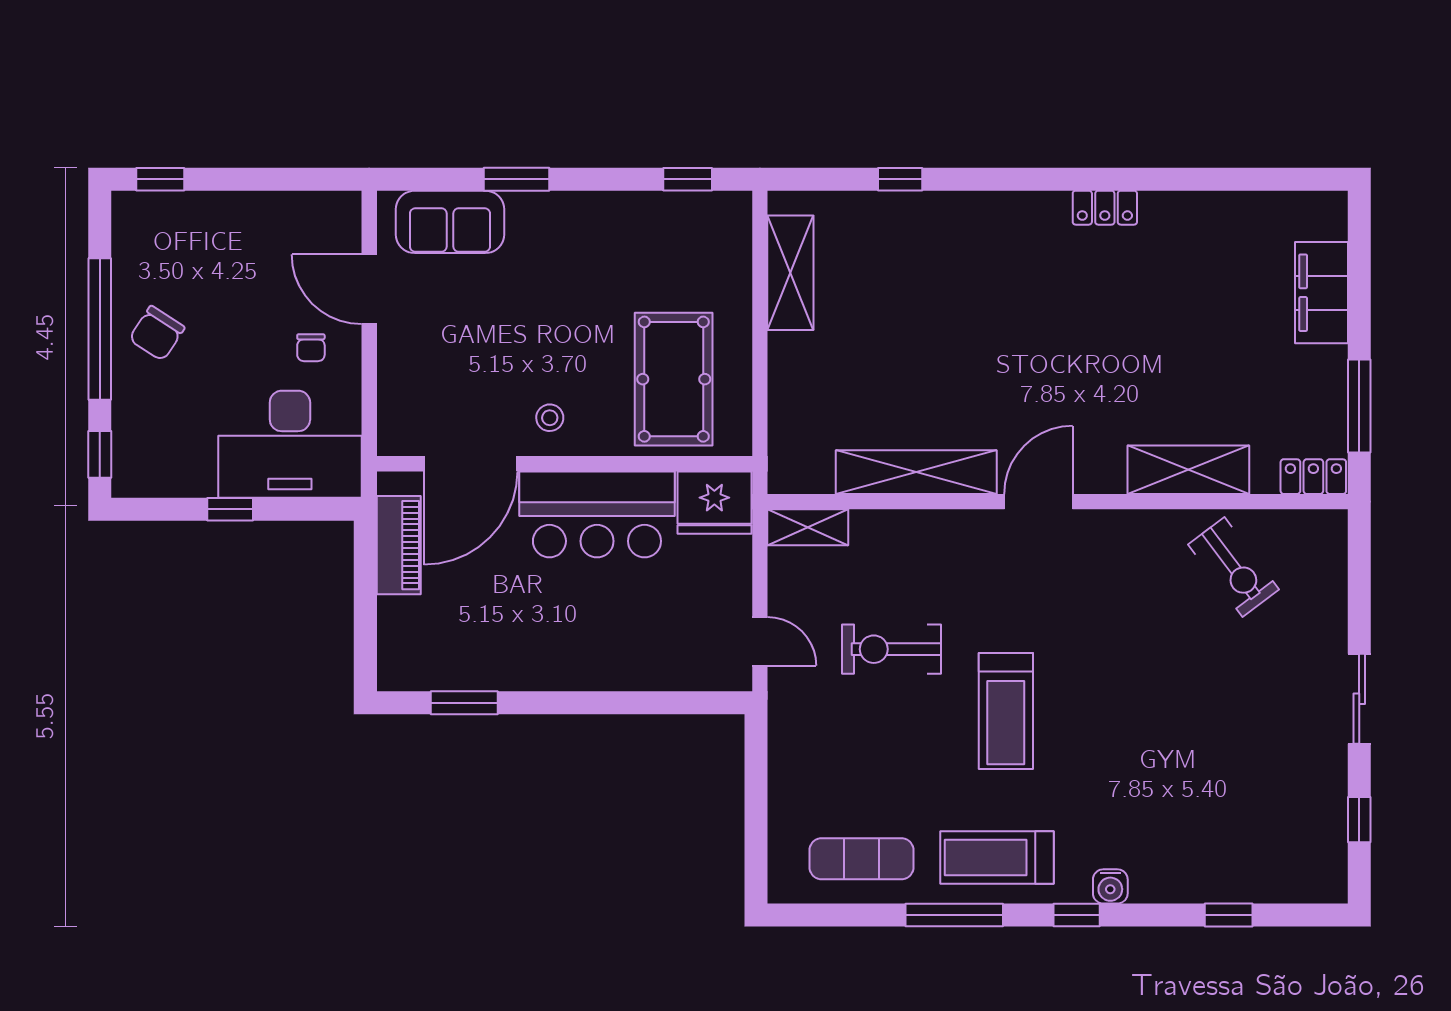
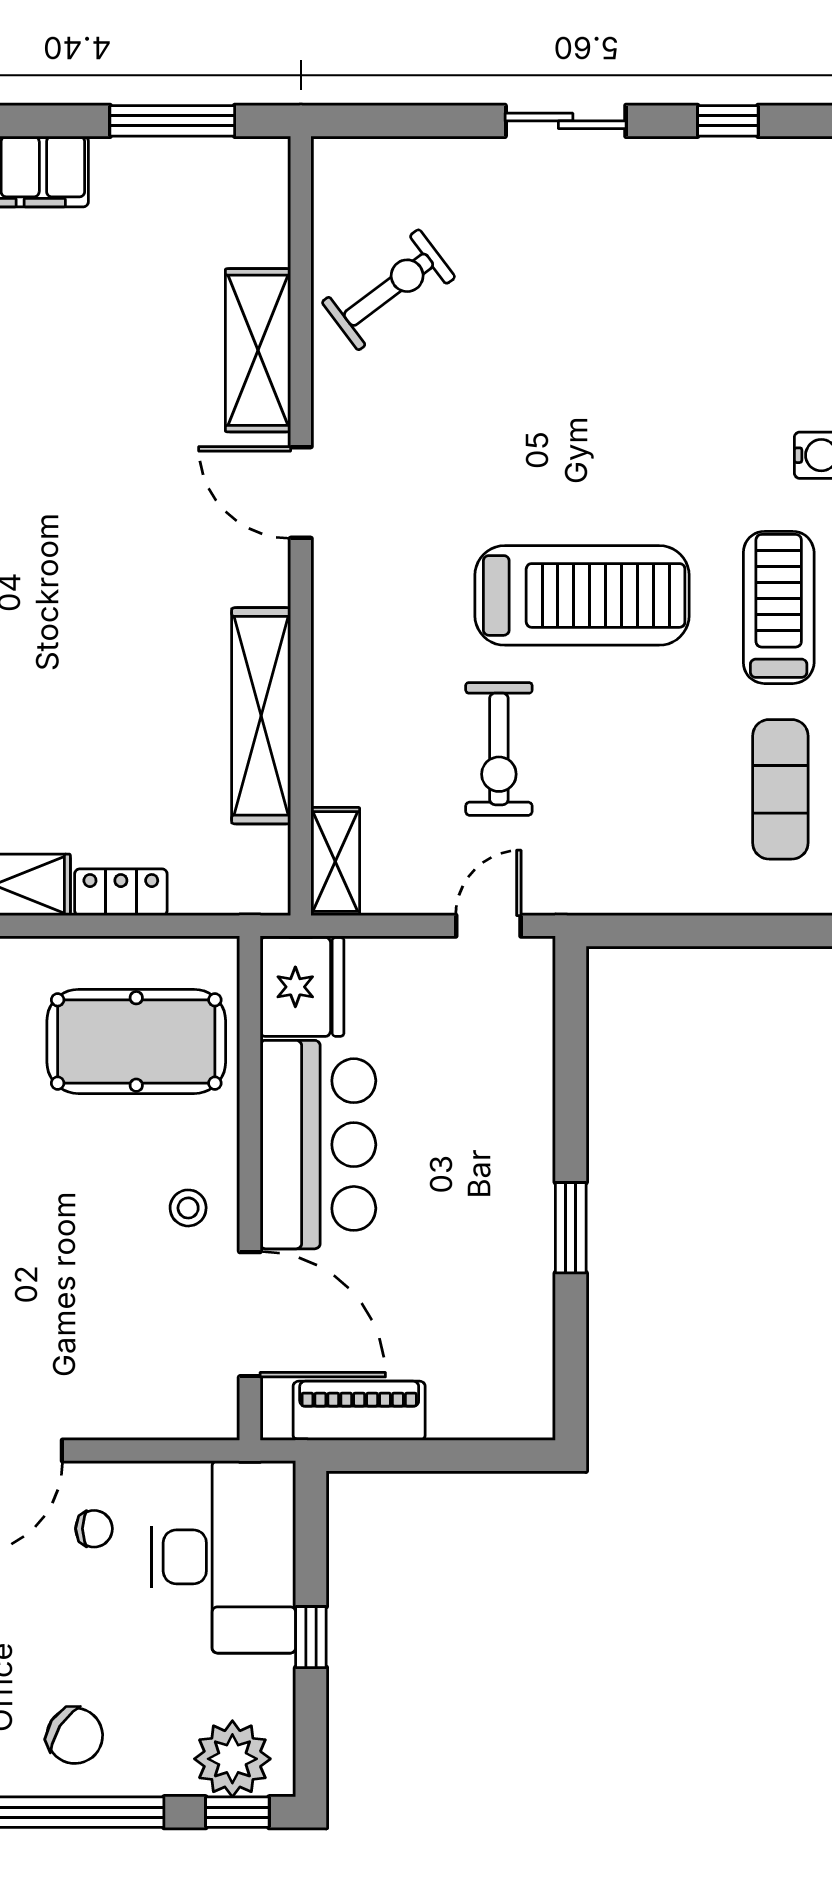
plant: (140, 451) -> (232, 1759), added
locker: (1313, 477) -> (121, 892), moved, turned 90
door: (1038, 502) -> (301, 493), moved
window: (464, 703) -> (571, 1228), moved
treadmill: (1006, 711) -> (582, 595), width x1.37, depth x1.38
treadmill: (997, 857) -> (779, 607), turned 180

